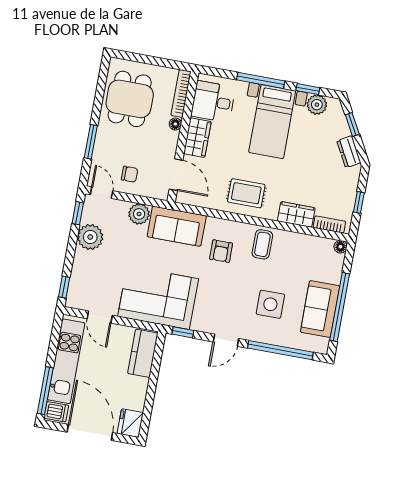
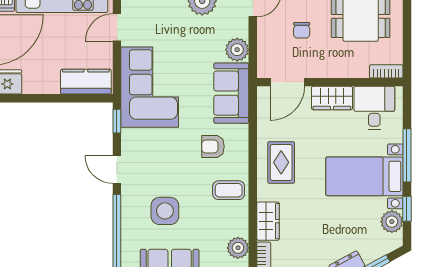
bookcase: (181, 93) -> (386, 71), width x0.64
floor lamp: (175, 124) -> (342, 71), removed
chair: (130, 174) -> (302, 30), moved
plant: (315, 245) -> (238, 248), added

